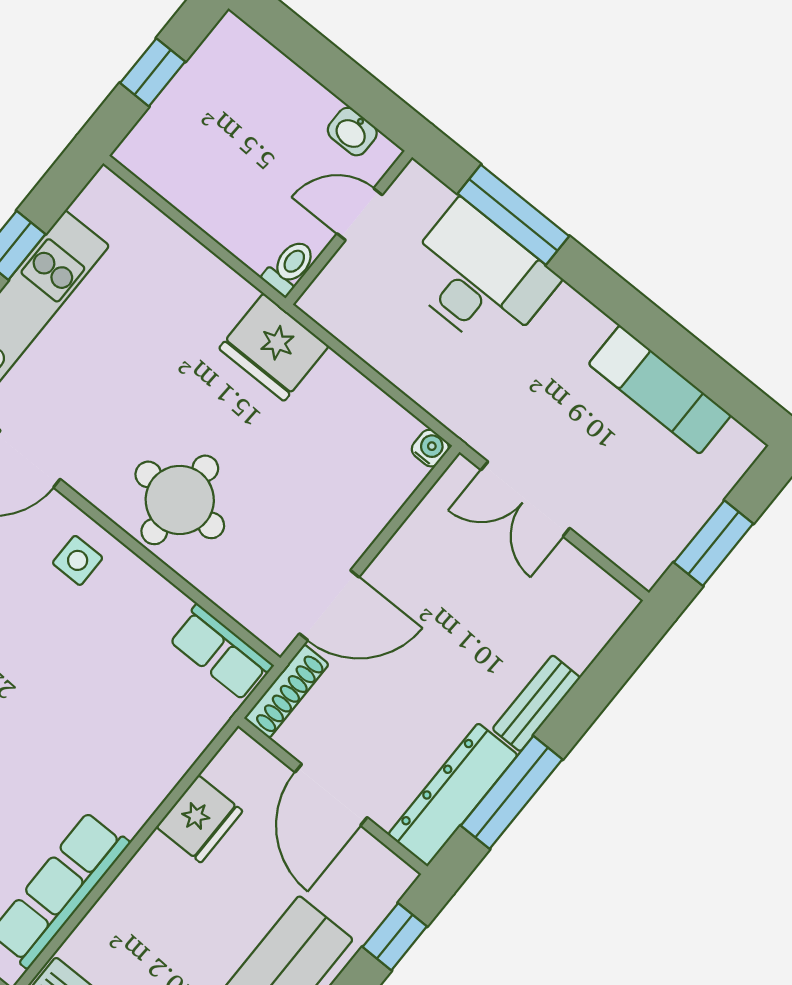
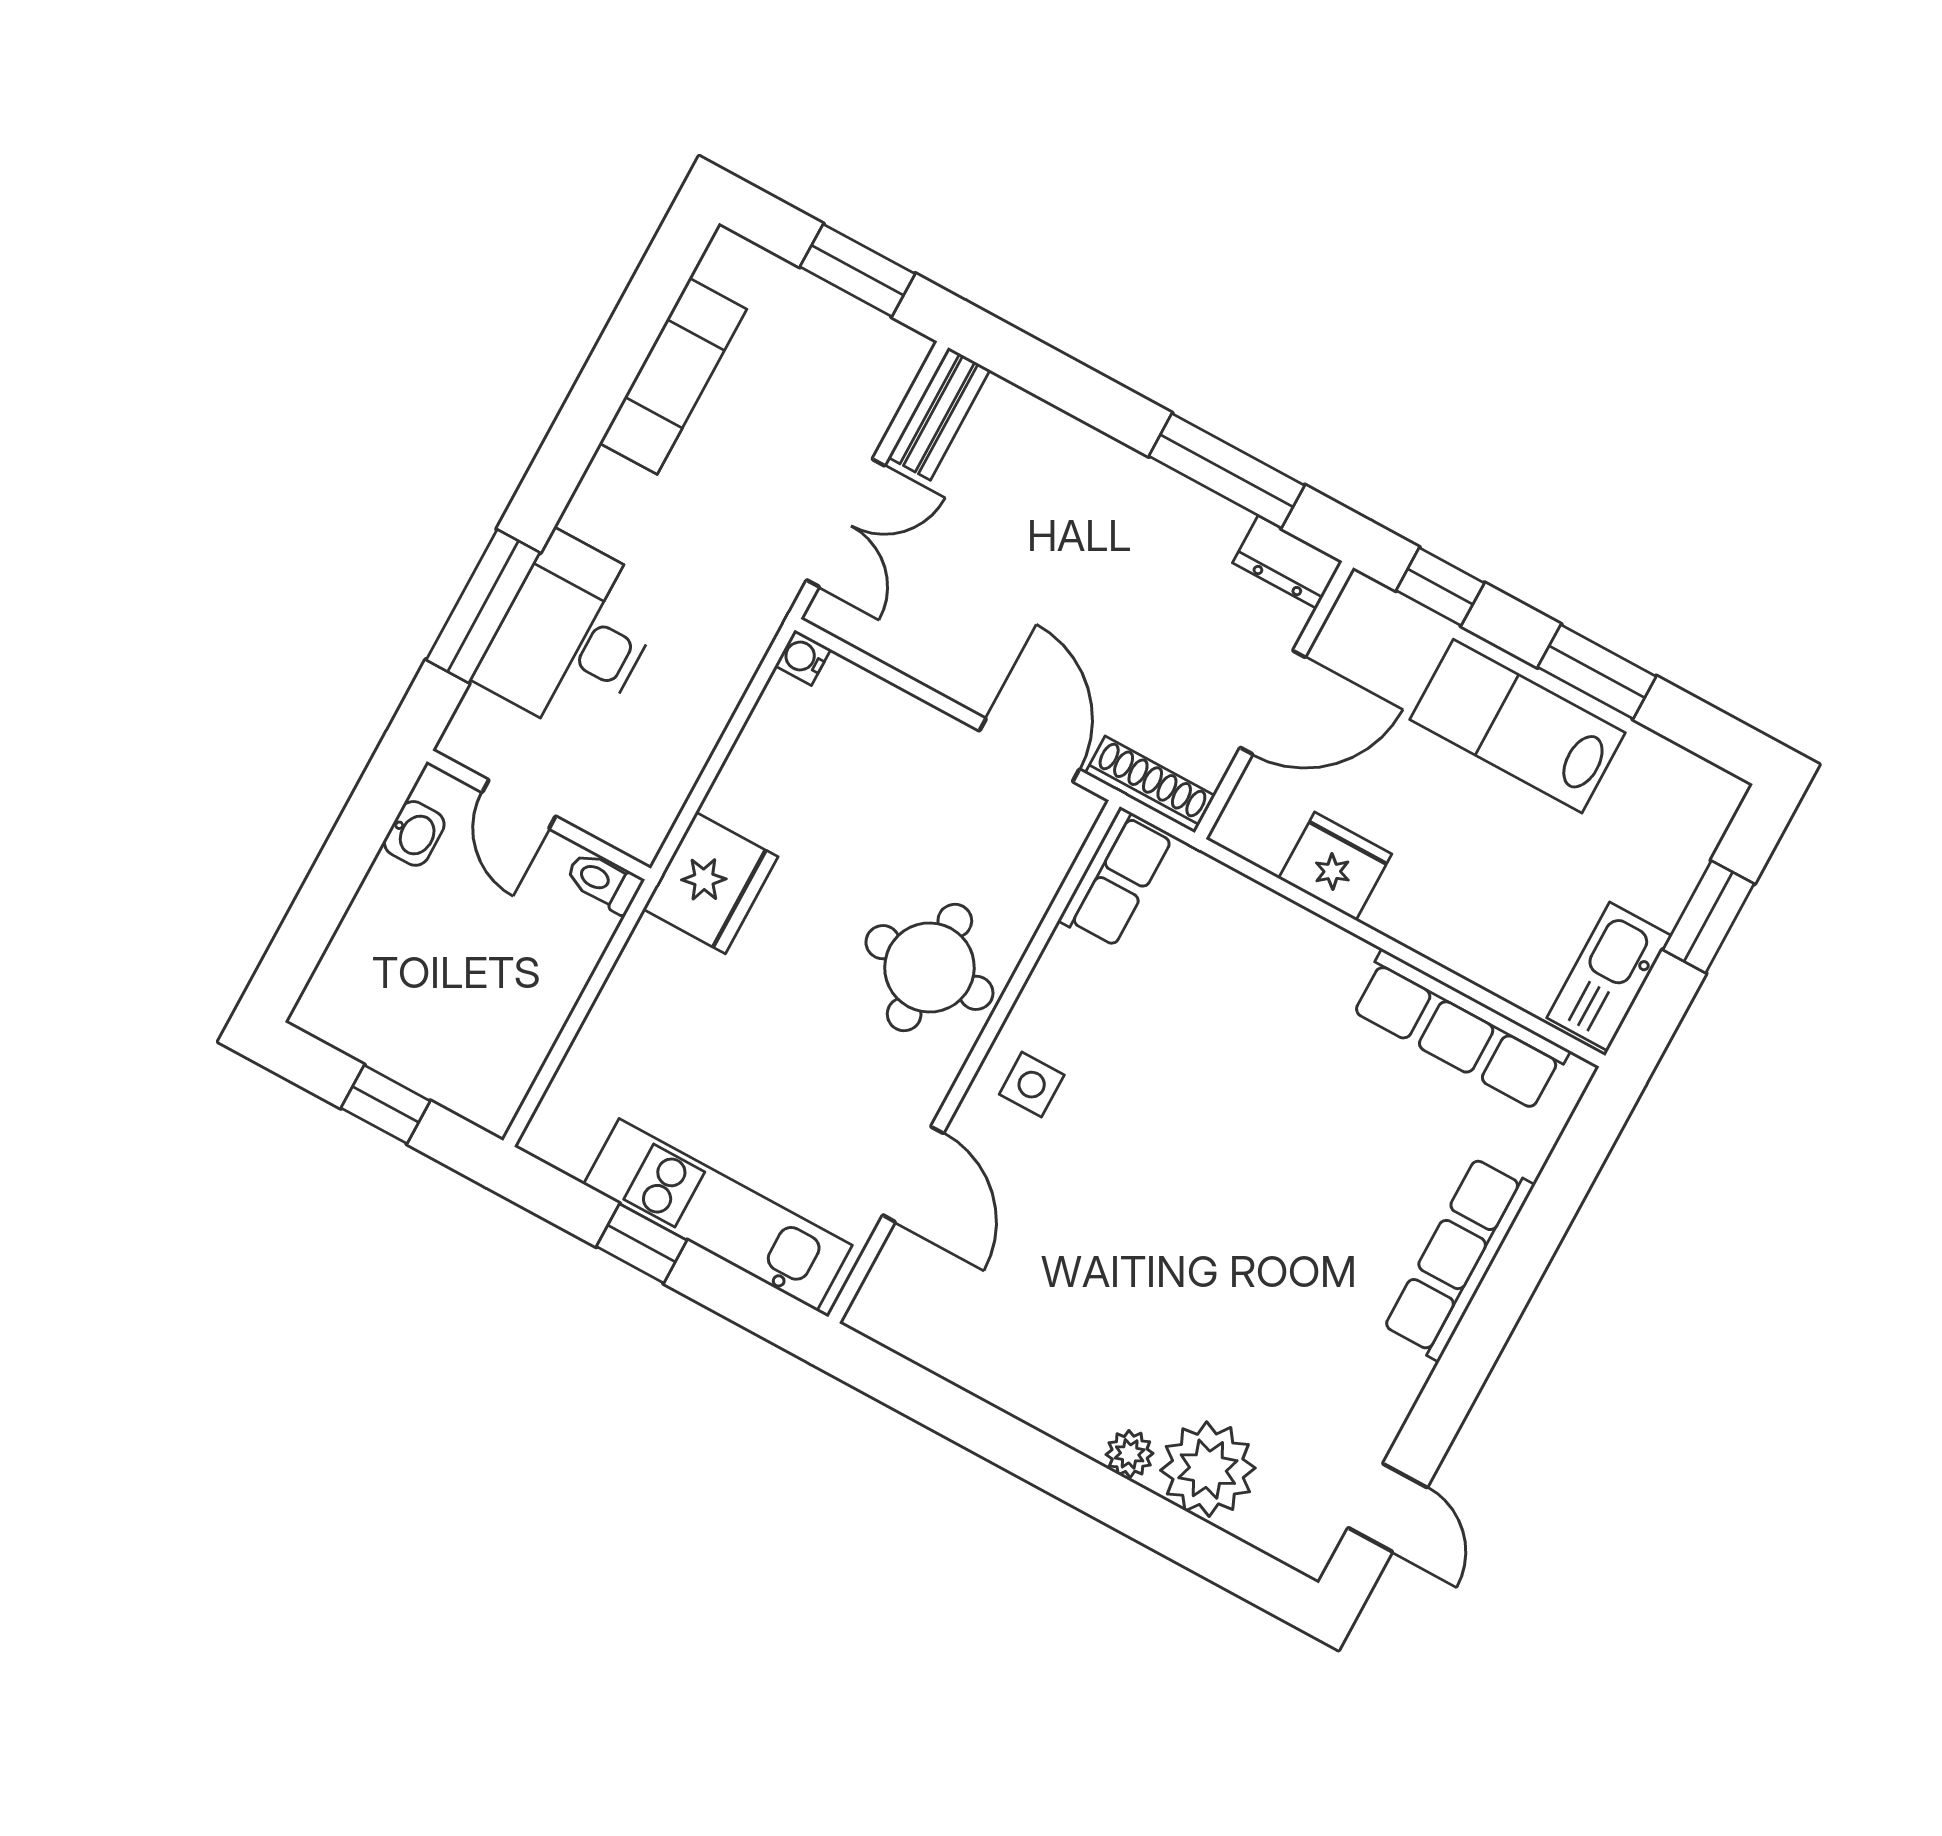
bench: (536, 703) -> (939, 414), moved, turned 90
dresser: (453, 795) -> (1287, 562), width x0.51, depth x0.80

